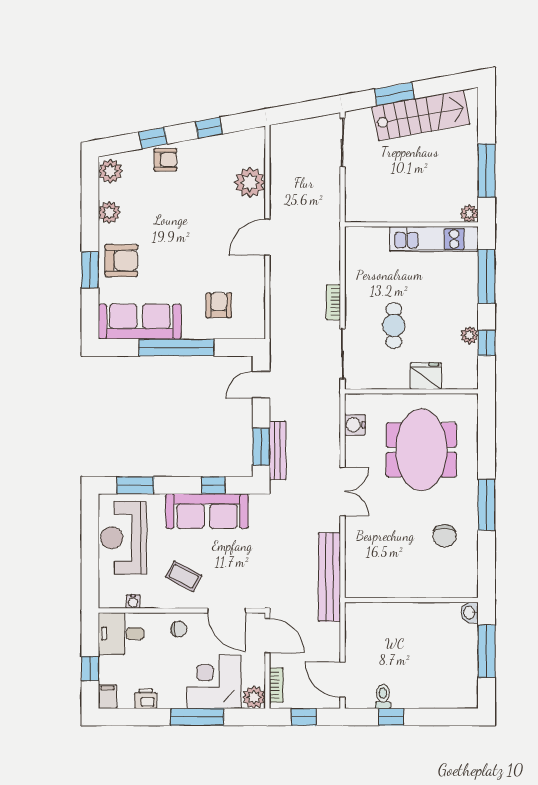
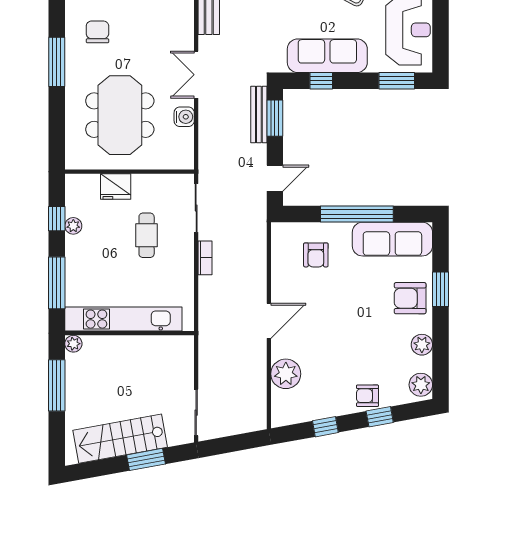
kitchen unit: (434, 239) -> (123, 319), width x1.36
water cooler: (355, 425) -> (184, 117), moved

